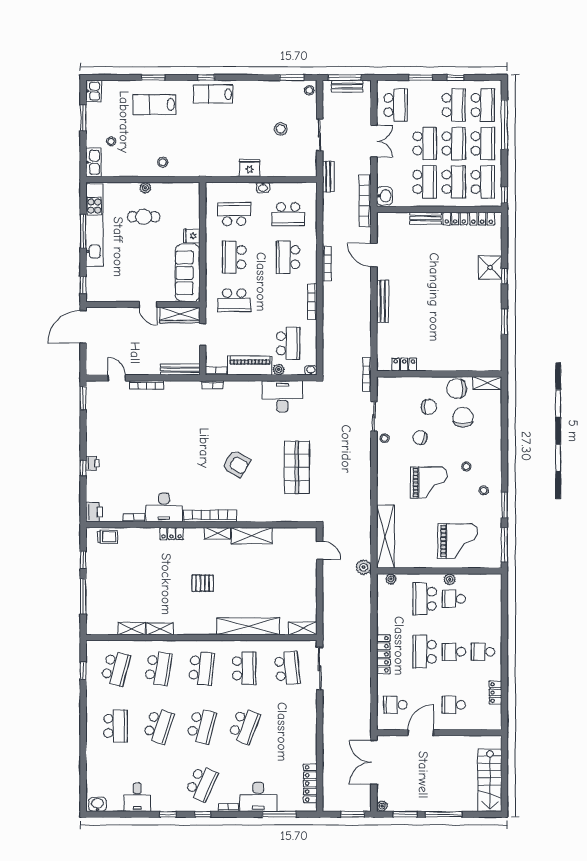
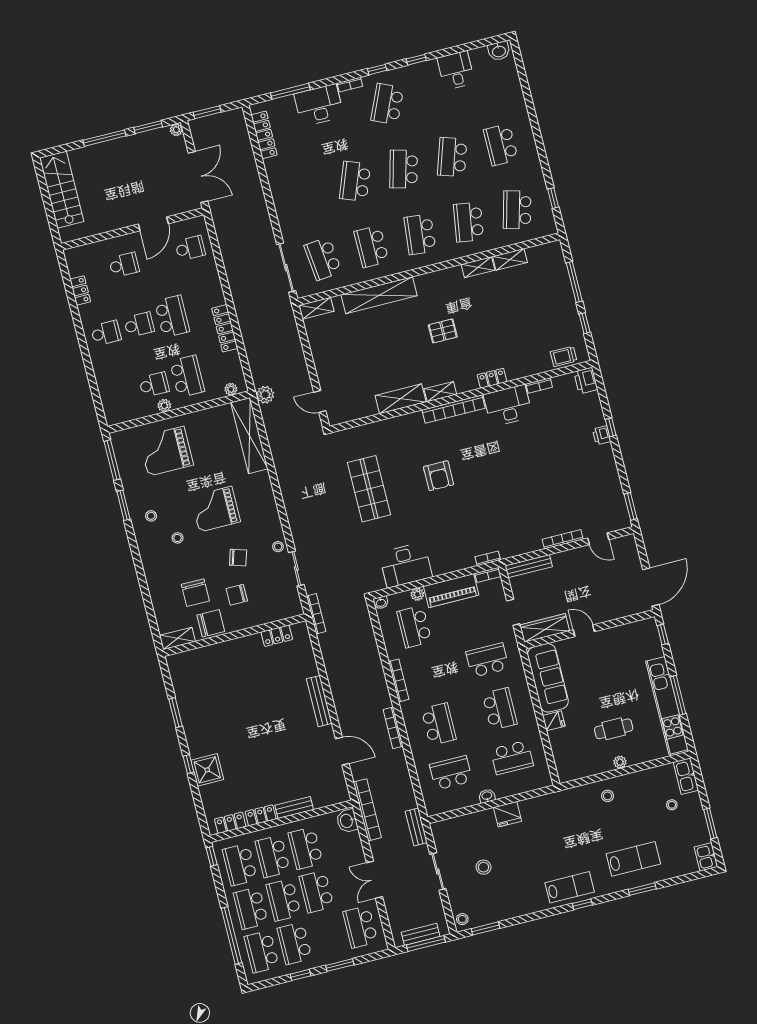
armchair: (236, 464) -> (439, 476), turned -120
locker: (383, 654) -> (225, 328), moved

